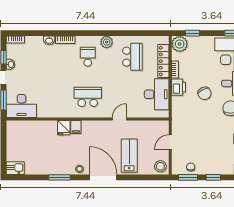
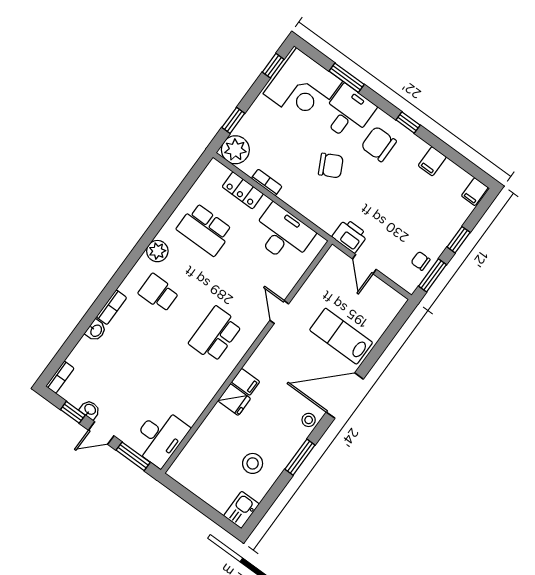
school desk: (132, 57) -> (205, 229), turned 180
locker: (163, 61) -> (243, 190), width x0.66
printer: (178, 87) -> (350, 236), moved
stool: (160, 166) -> (253, 463), moved

